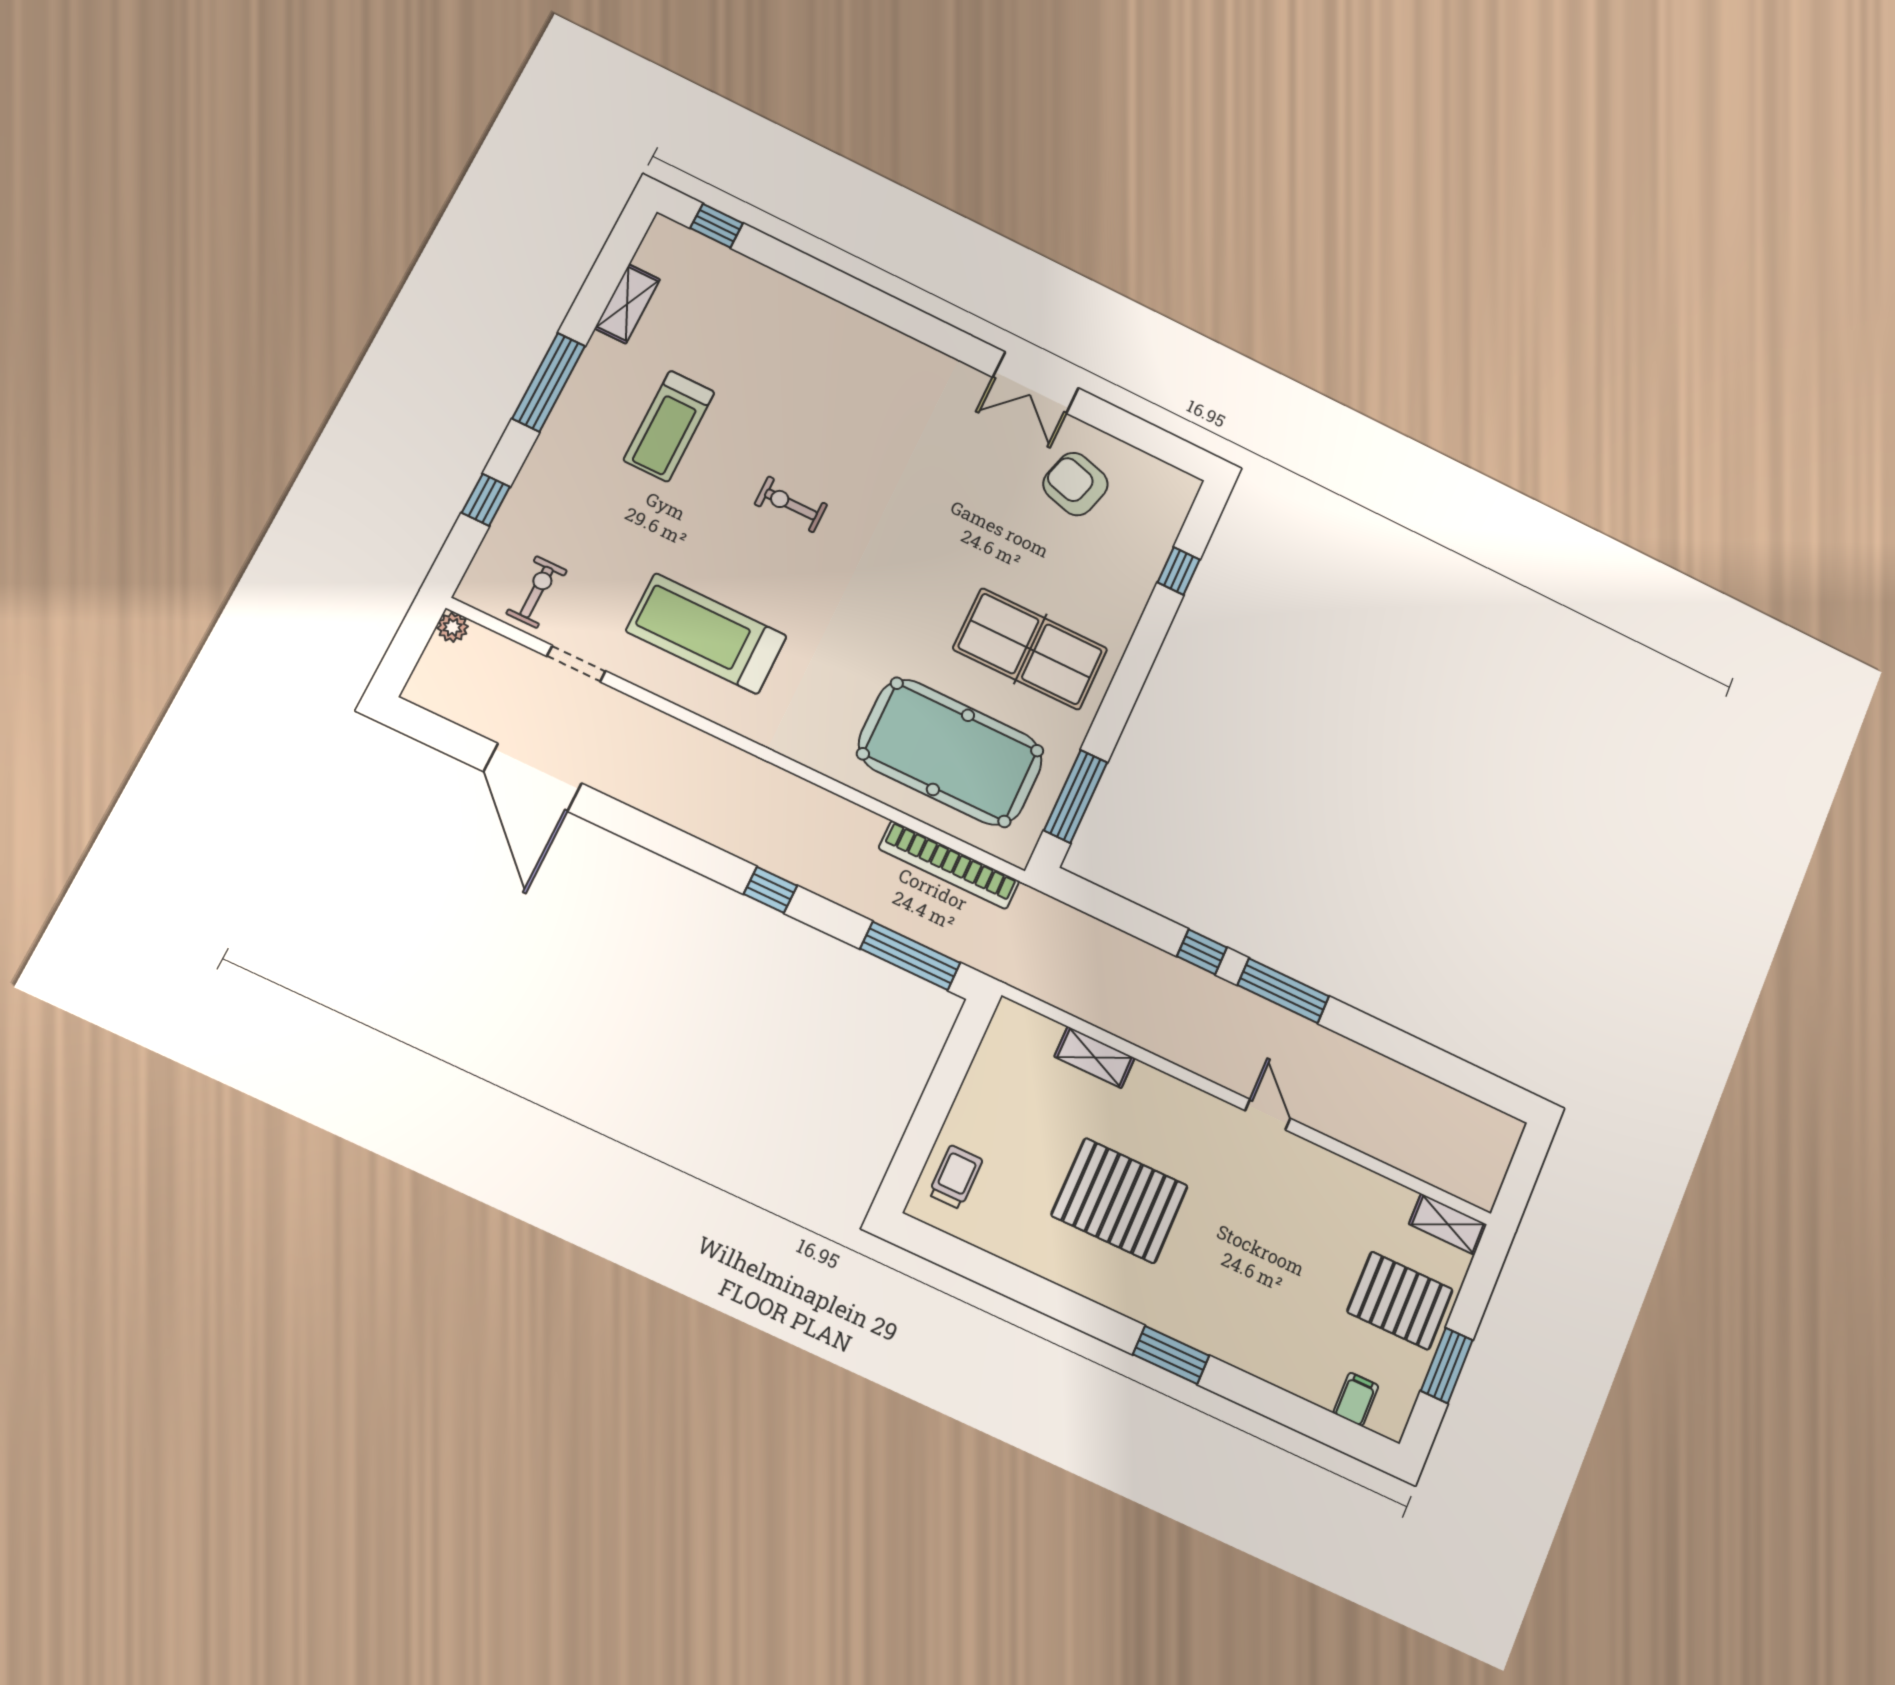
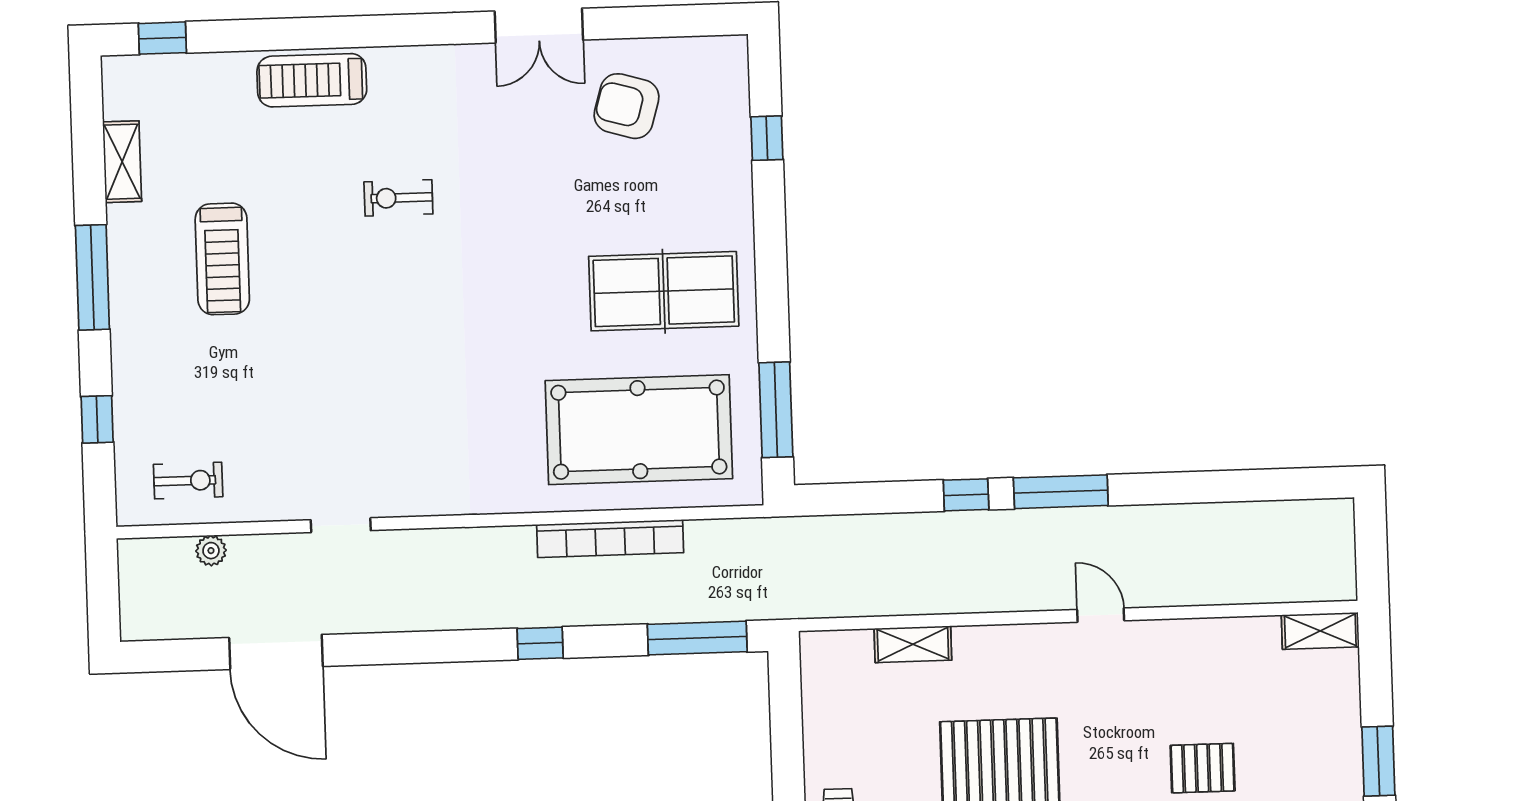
exercise bike: (791, 504) -> (398, 198), moved
exercise bike: (537, 592) -> (188, 481), turned 90
plant: (453, 627) -> (211, 551), moved
treadmill: (706, 634) -> (312, 80), moved, width x0.73, depth x0.73
doorway: (576, 664) -> (341, 525), moved
bookcase: (949, 865) -> (610, 539), moved
pallet: (1400, 1301) -> (1203, 768), moved, width x0.67, depth x0.71

